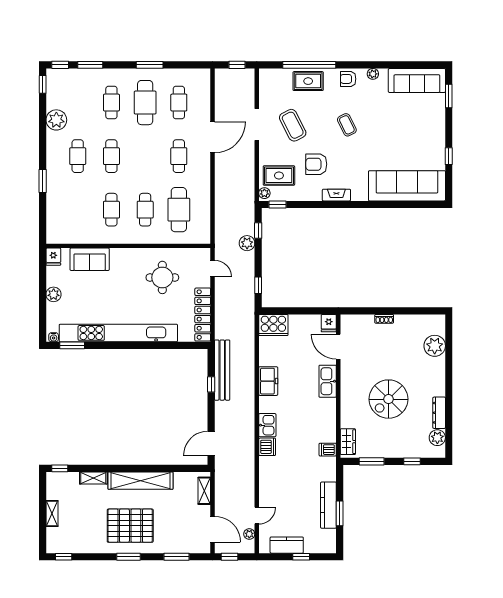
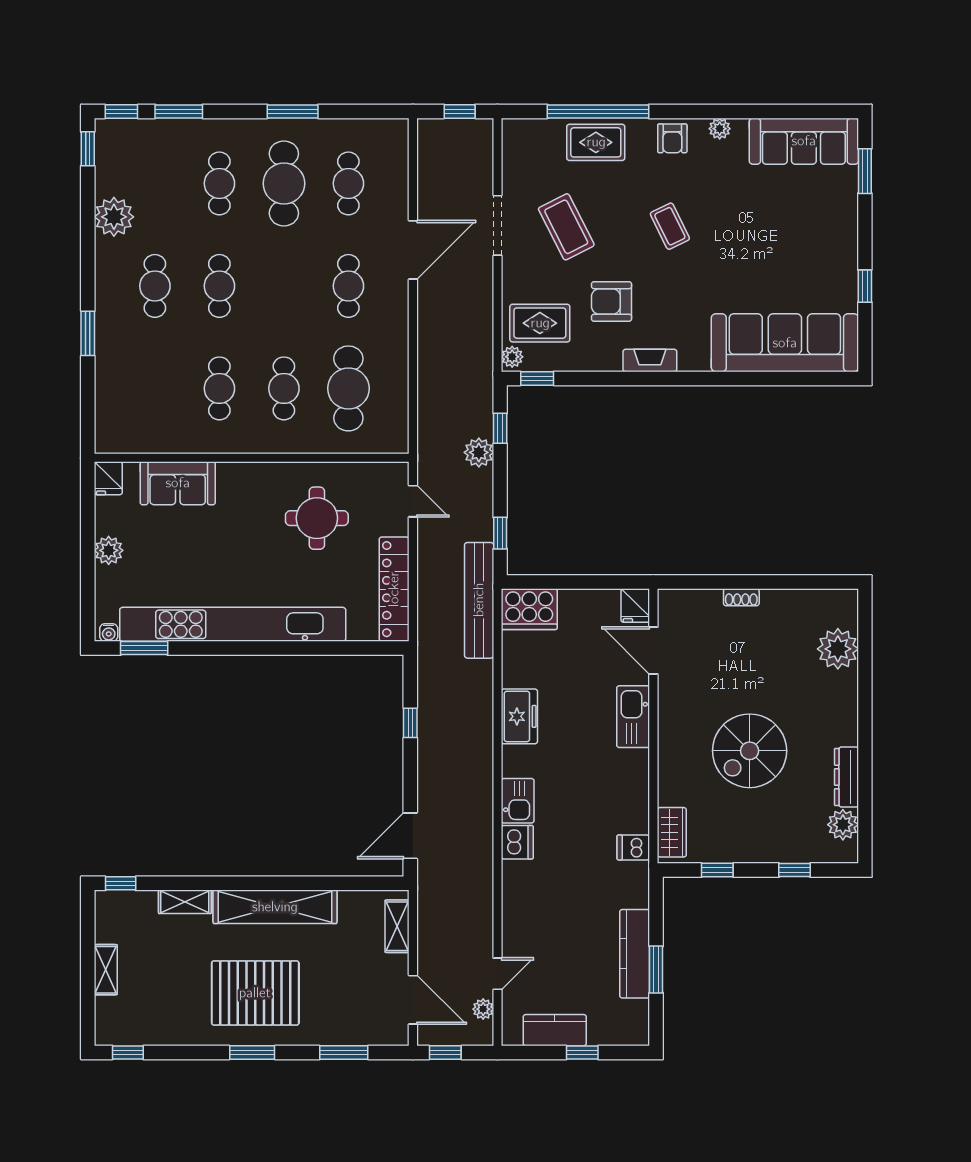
armchair: (348, 79) -> (672, 138), turned -90
bench: (222, 370) -> (479, 600), moved
window: (372, 461) -> (717, 870), width x0.67

